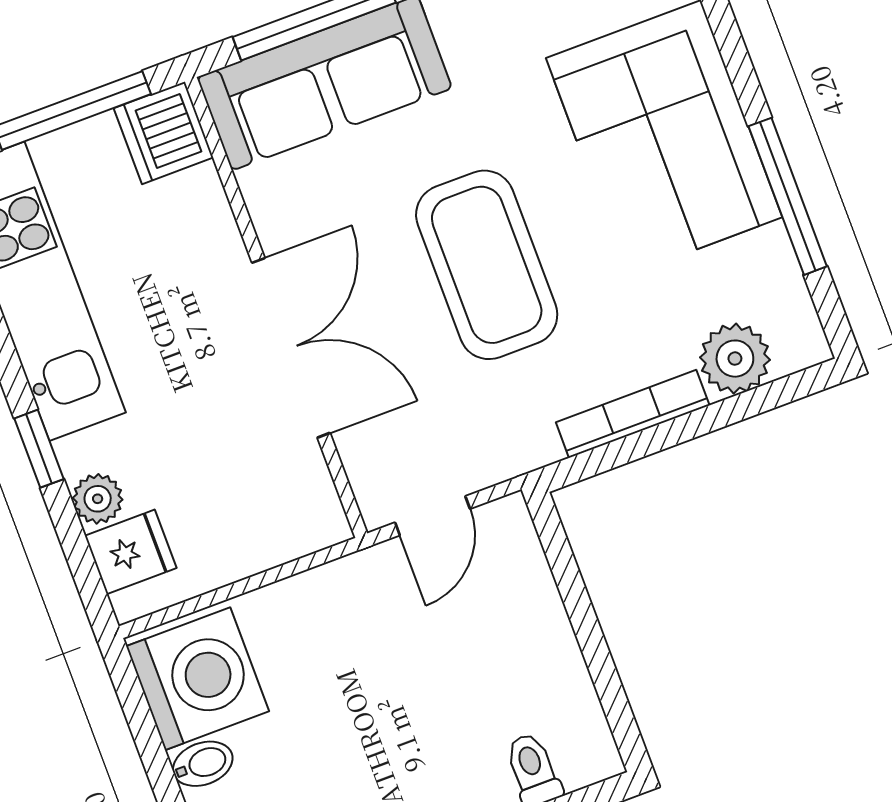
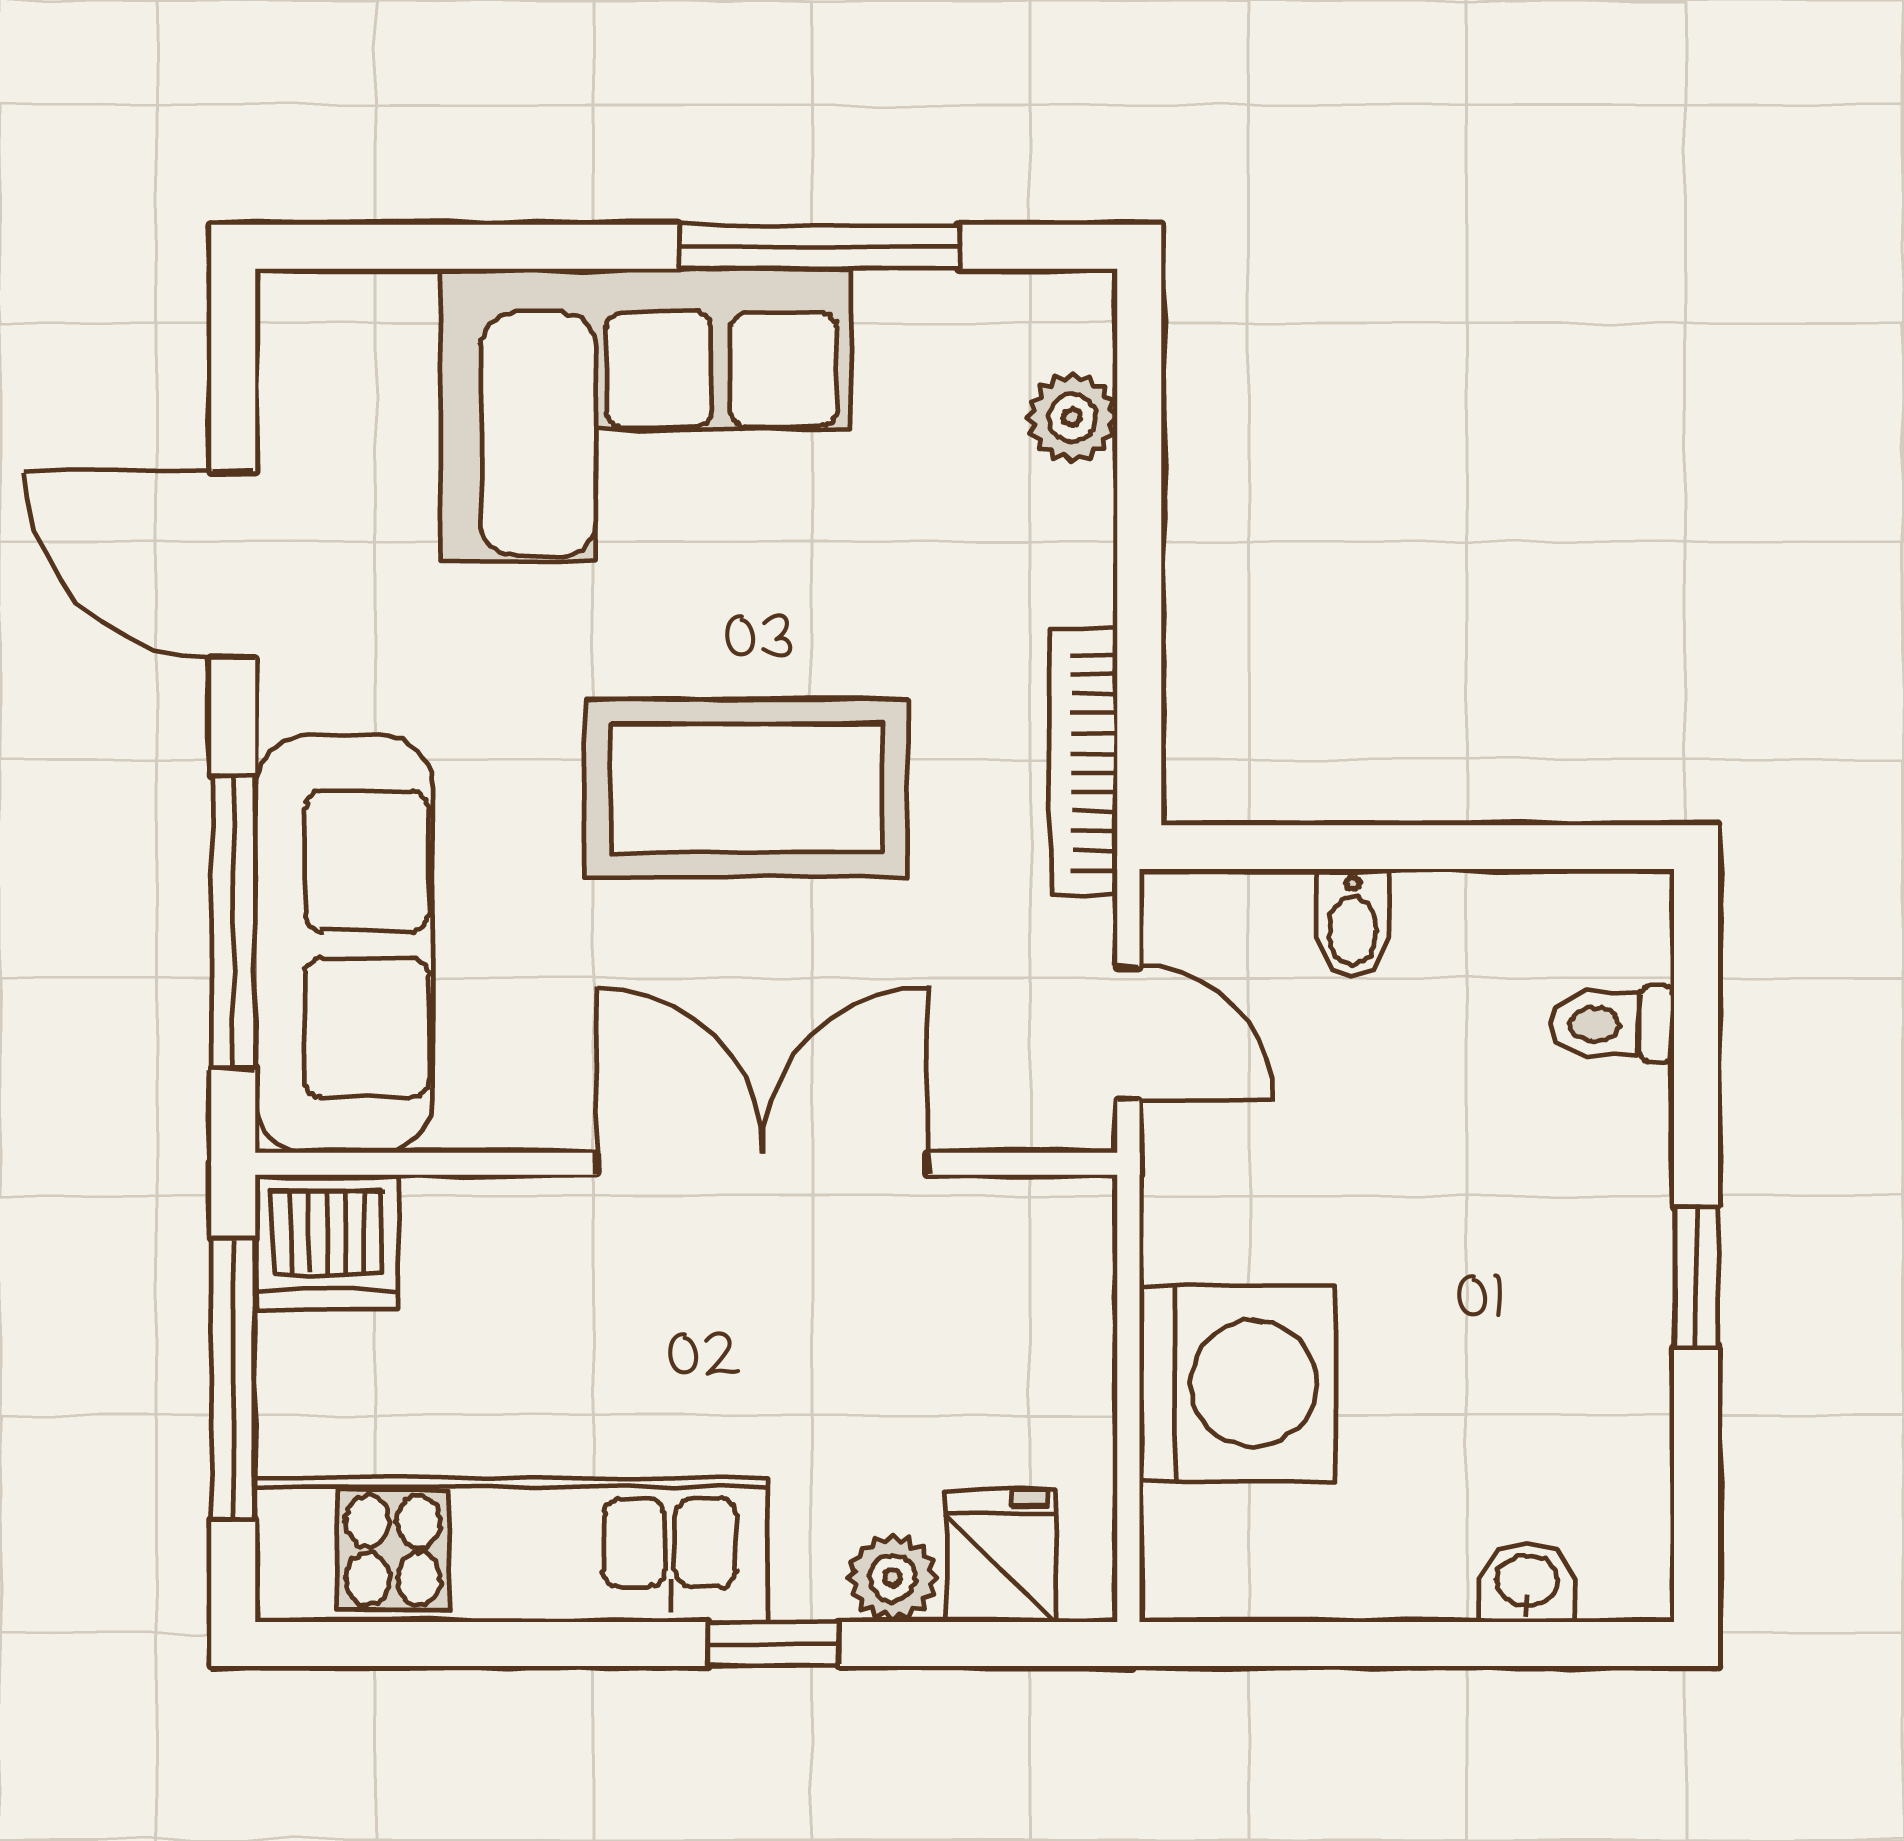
plant: (735, 359) -> (1072, 418), width x0.73, depth x0.73
bookcase: (633, 414) -> (1083, 763), moved
washing machine: (198, 679) -> (1238, 1384), moved, turned 90
bidet: (203, 764) -> (1353, 923), moved, turned 180

